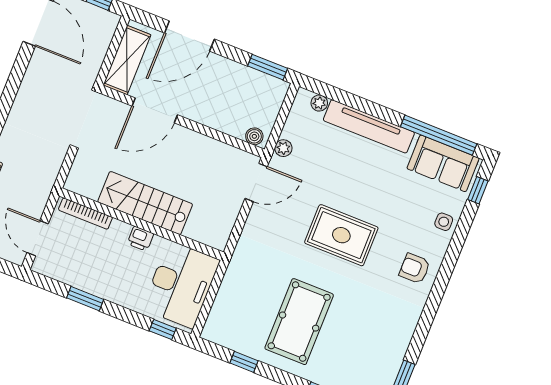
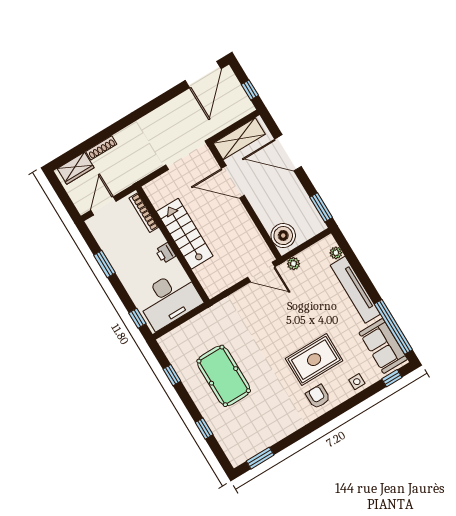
boiler: (254, 136) -> (283, 236), width x1.86, depth x1.86
rug: (341, 235) -> (314, 360), moved, turned 90
pool table: (299, 322) -> (224, 376), turned 90

